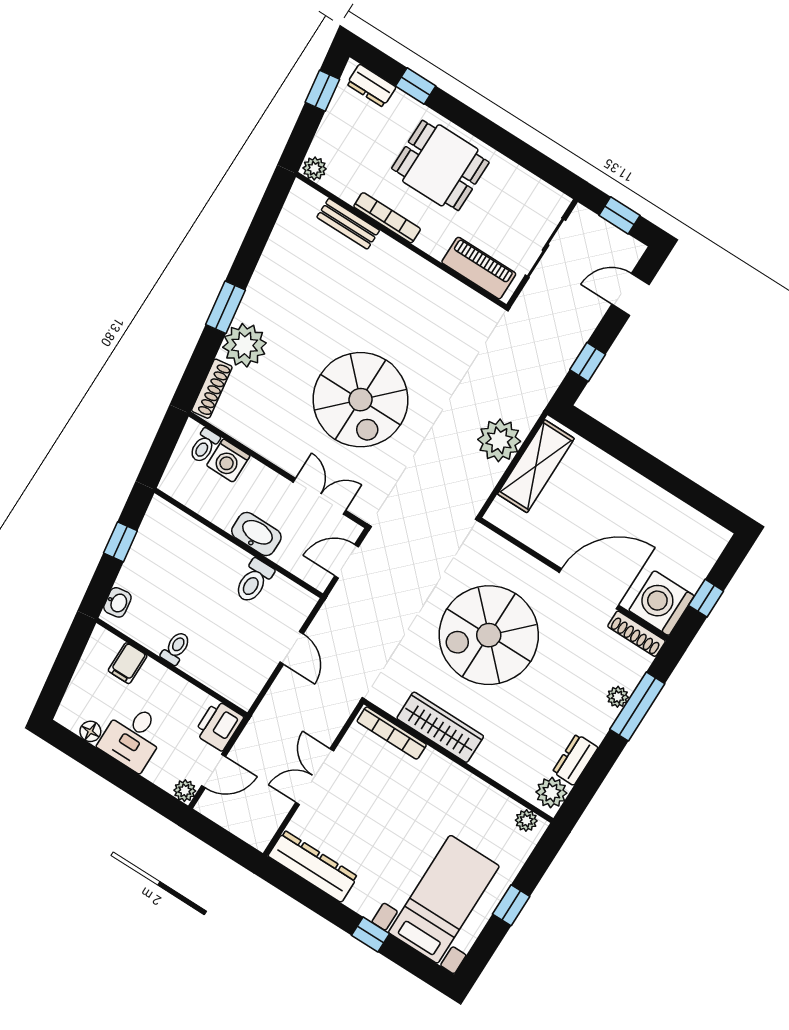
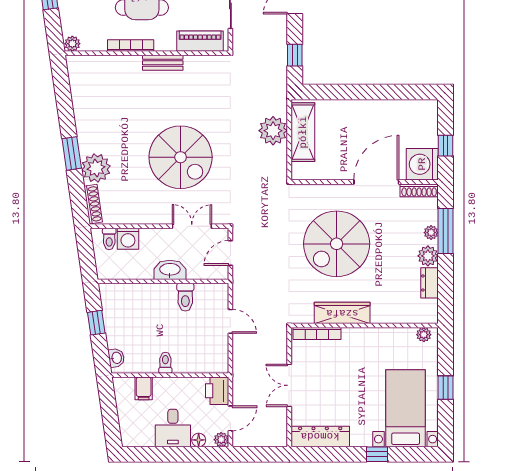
bench: (348, 224) -> (163, 63), moved
floor lamp: (90, 731) -> (199, 440), moved
plant: (551, 793) -> (428, 256), moved

